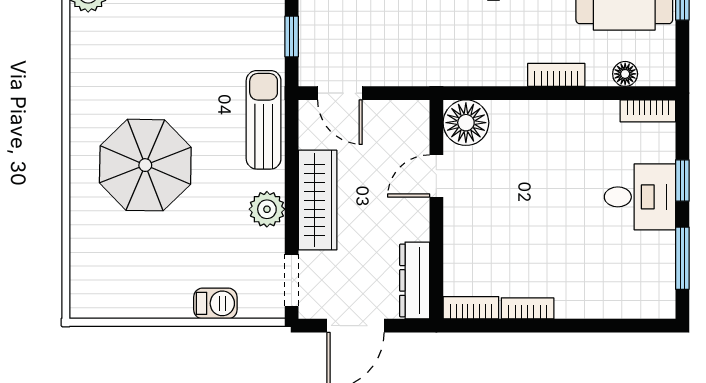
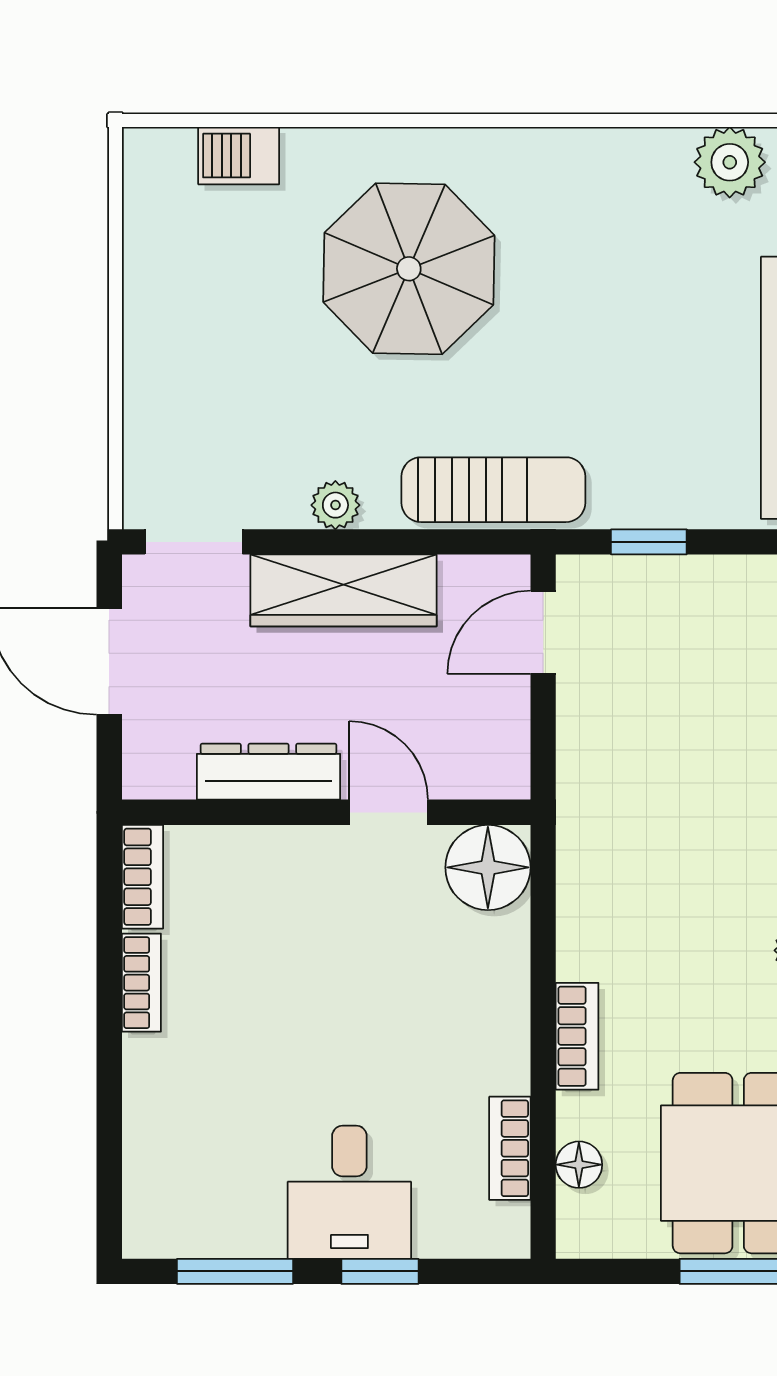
bookcase: (648, 111) -> (510, 1148), moved
plant: (267, 209) -> (335, 505), width x0.73, depth x0.73
dresser: (415, 280) -> (269, 772), moved
barbecue: (215, 303) -> (239, 156), moved, turned 90

